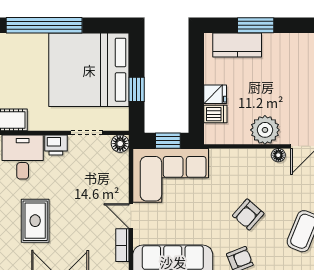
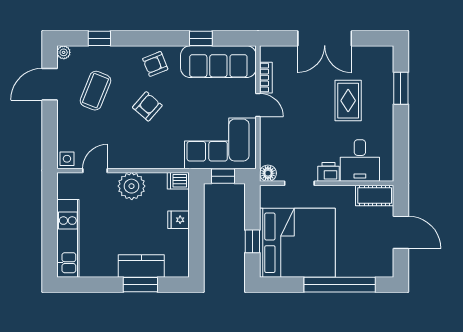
kitchen counter: (237, 45) -> (141, 266), moved
window: (137, 89) -> (252, 241), moved
dishwasher: (215, 114) -> (178, 181), moved
floor lamp: (278, 155) -> (119, 162), removed

